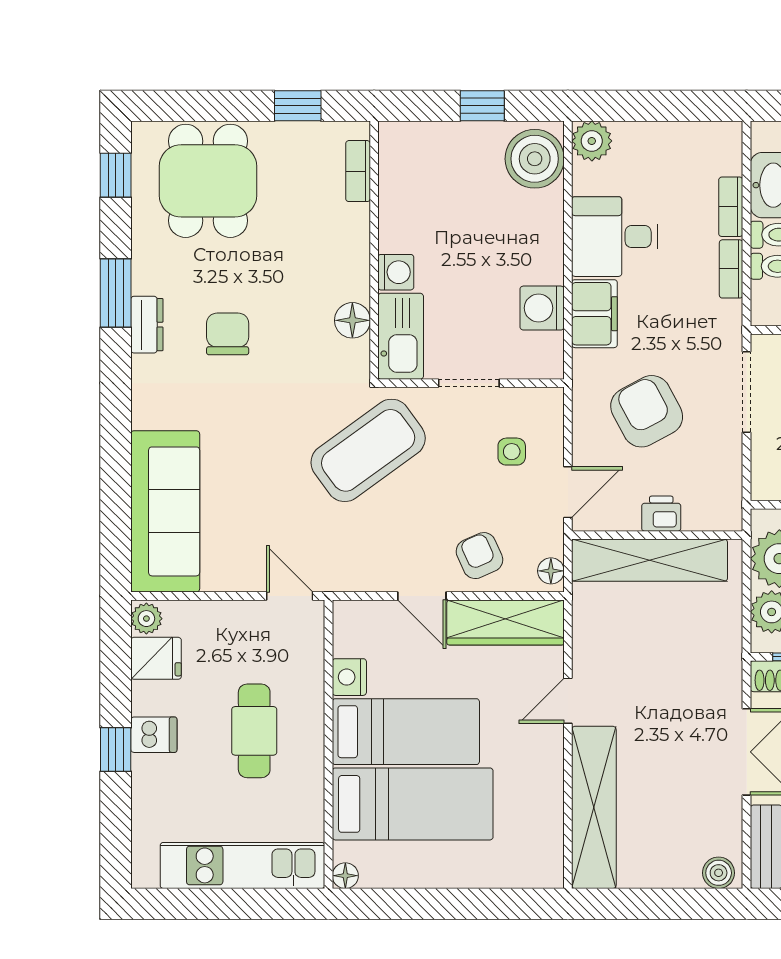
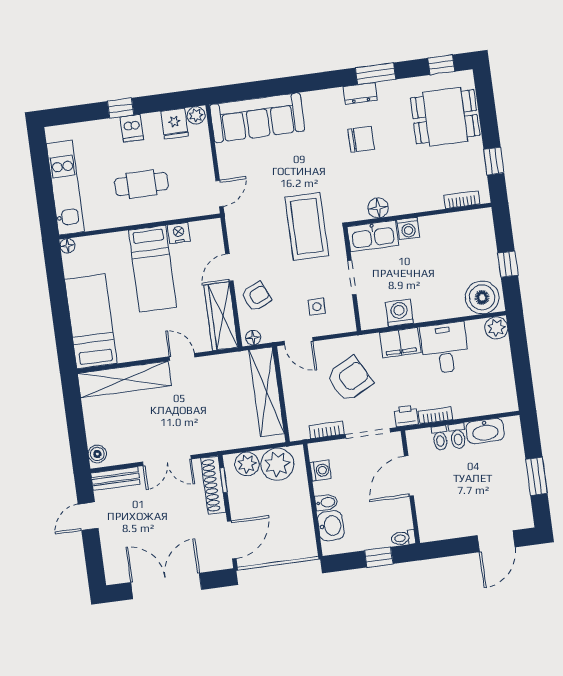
bookcase: (731, 207) -> (327, 430), moved
coffee table: (368, 450) -> (307, 226), turned 36
printer: (661, 514) -> (406, 416), moved, turned -90
bed: (413, 804) -> (91, 321), moved, turned 180

